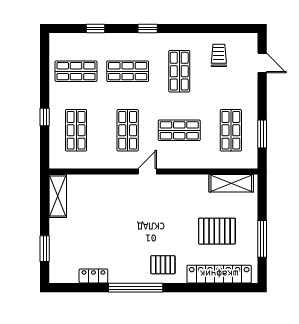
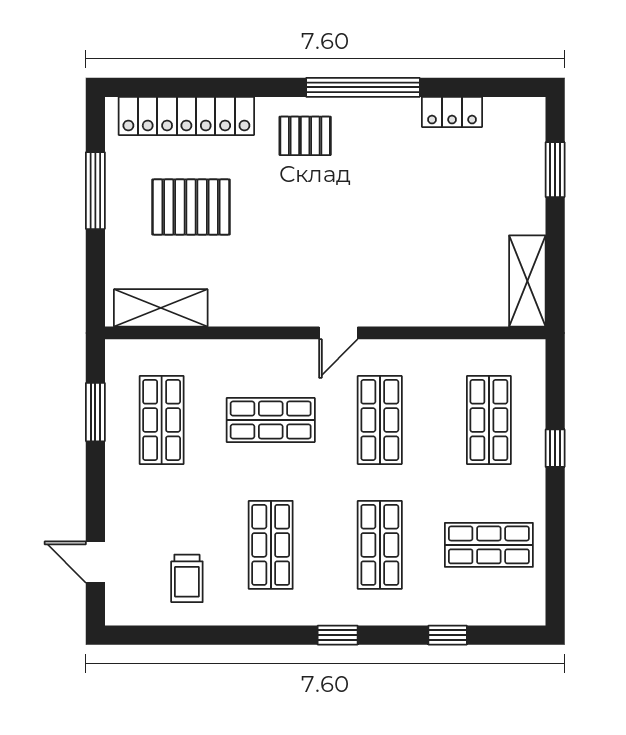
shop shelf: (128, 71) -> (380, 545), turned 90

